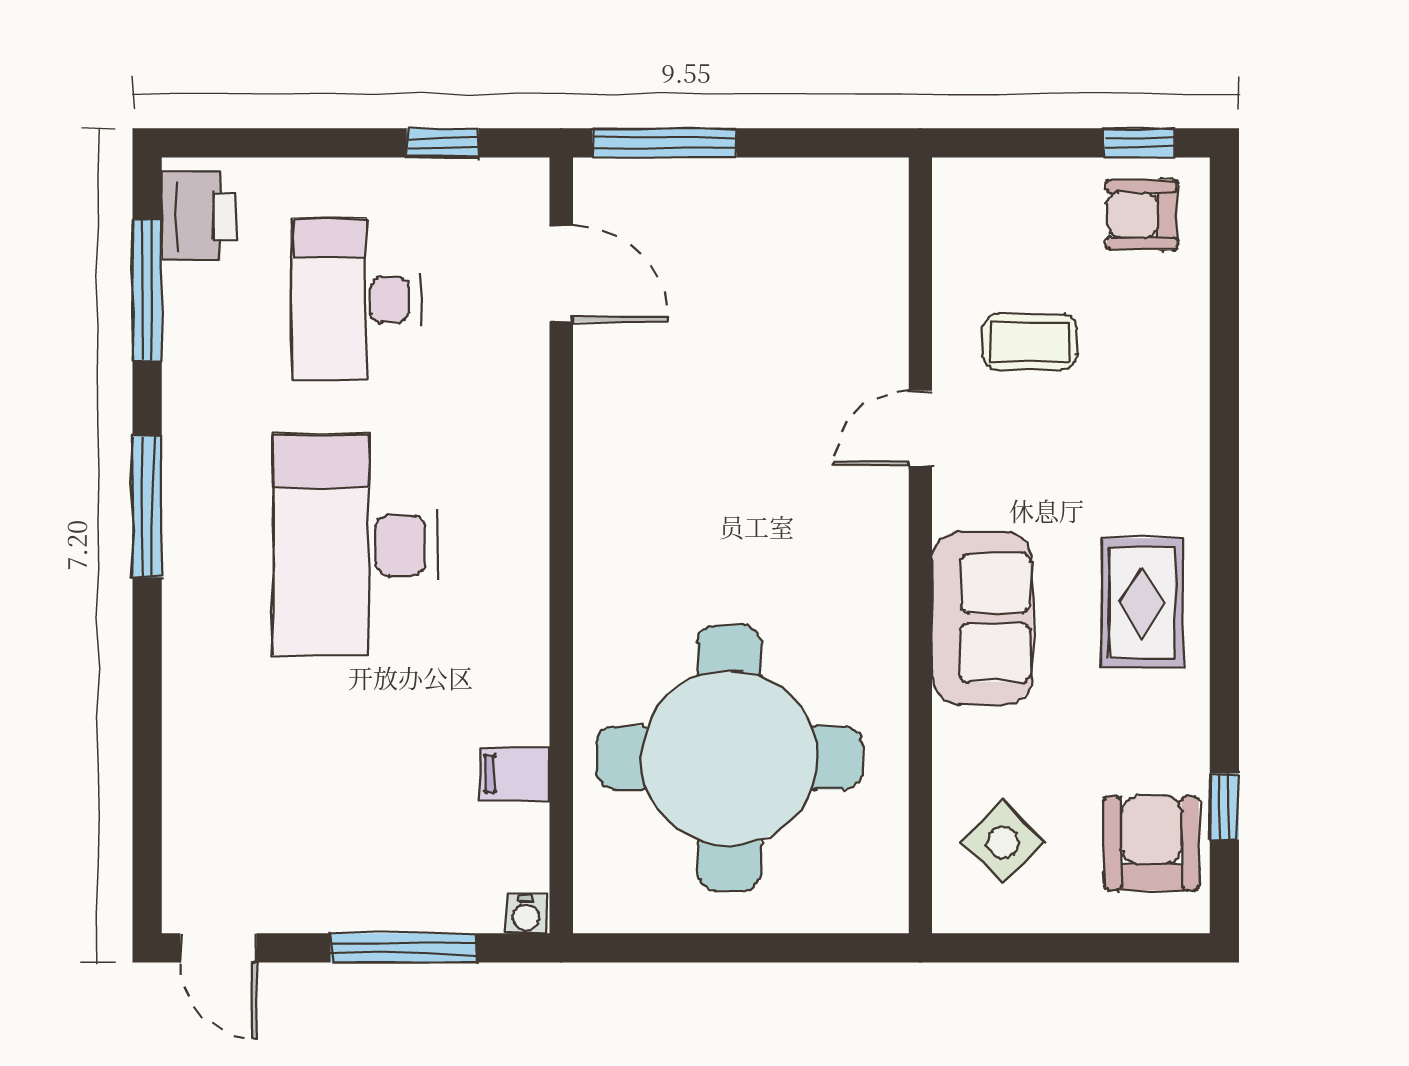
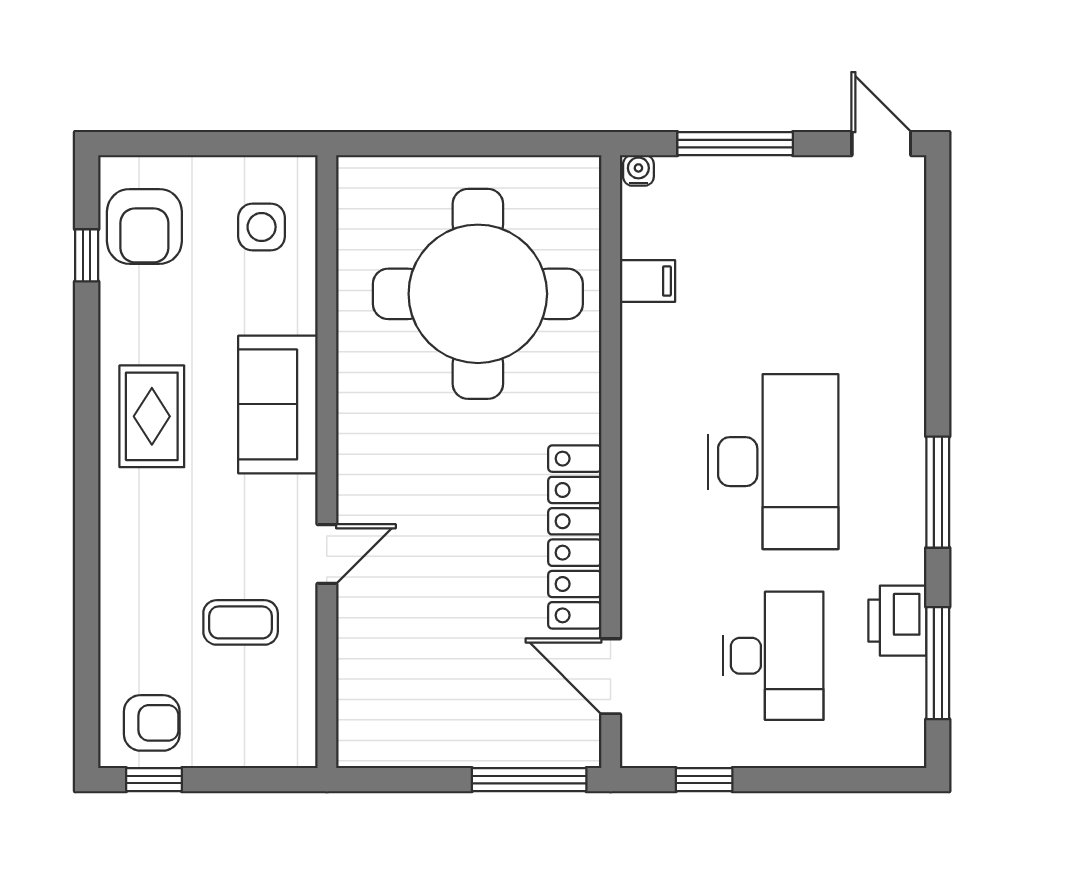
printer: (198, 216) -> (897, 621), moved
locker: (607, 450) -> (575, 537), added
side table: (1003, 842) -> (262, 227), turned 45

